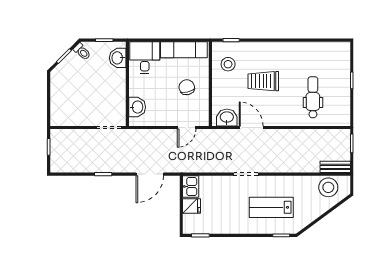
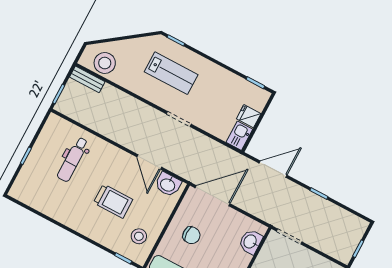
chair: (187, 87) -> (191, 235), turned -76
door: (187, 128) -> (213, 196), width x1.88

